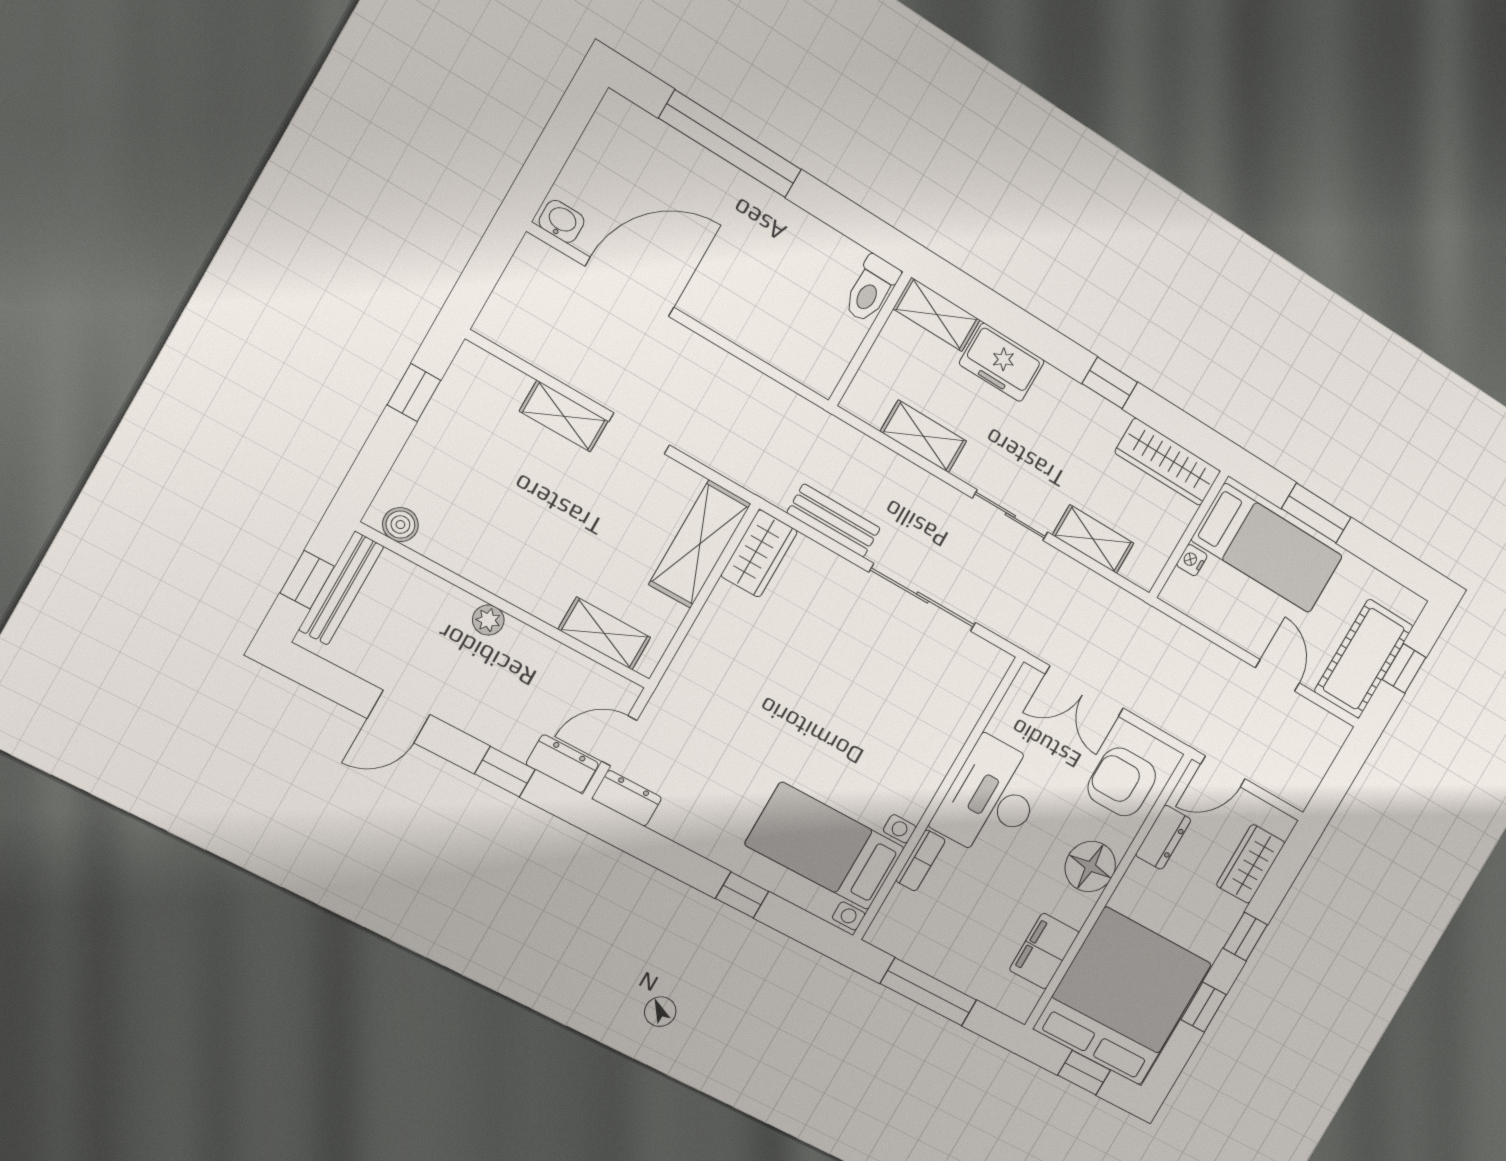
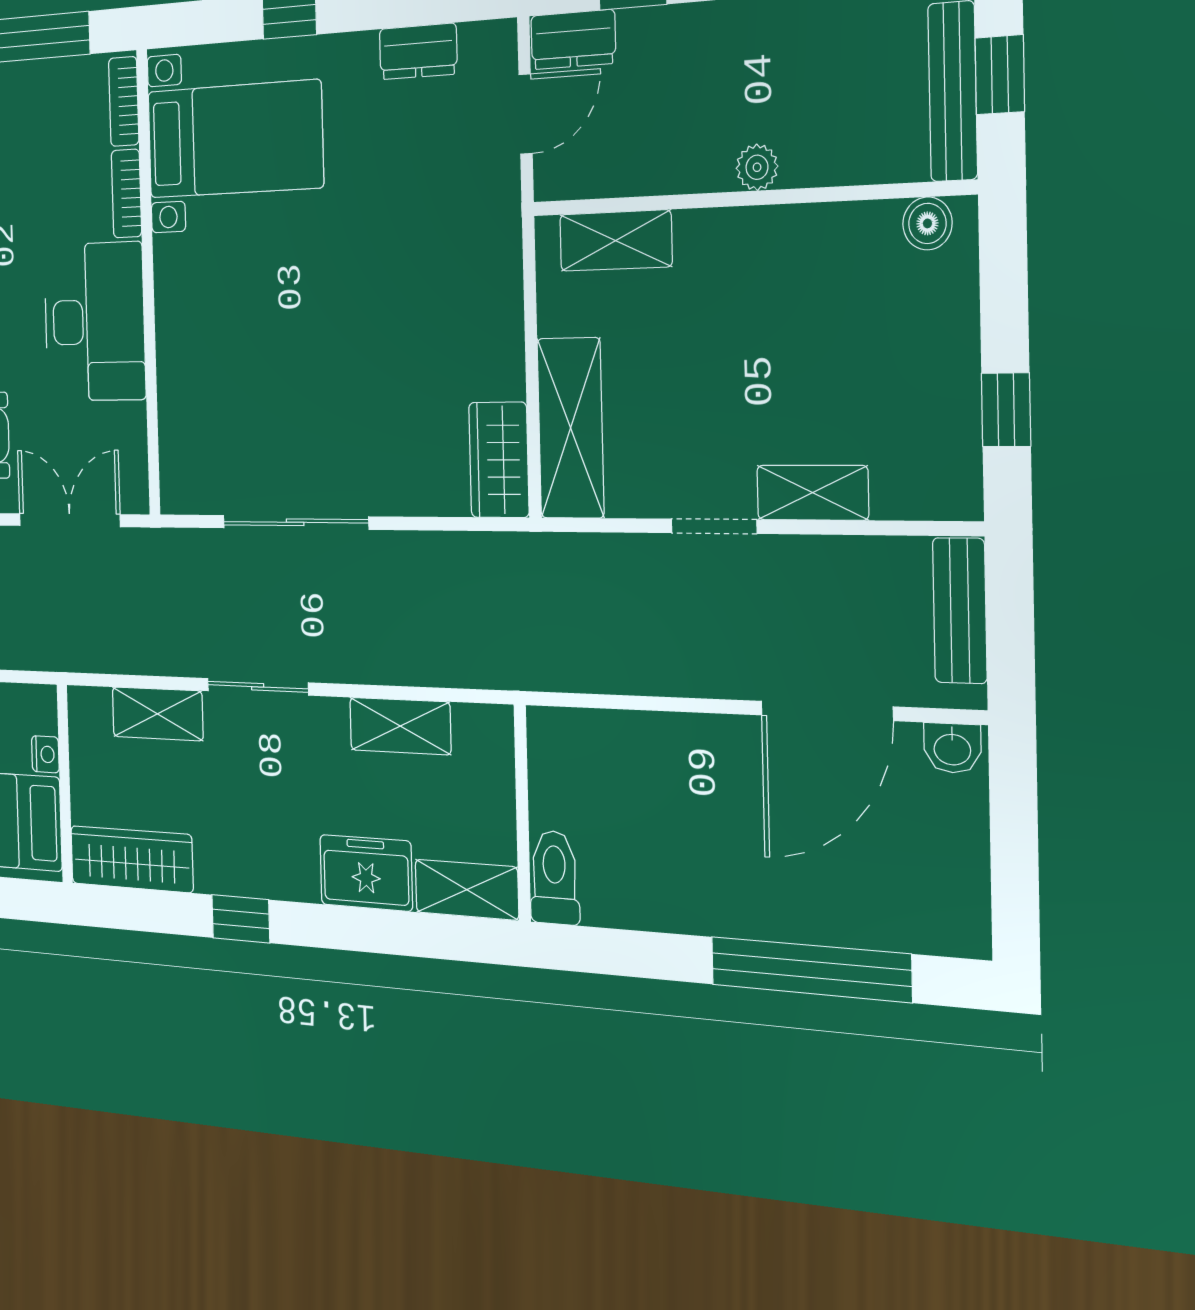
bench: (834, 521) -> (960, 611), moved, turned 90
dresser: (627, 798) -> (418, 51), moved
bookcase: (889, 915) -> (124, 101), added

